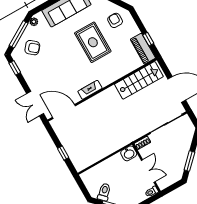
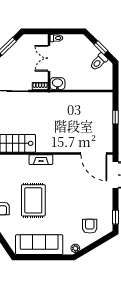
window: (19, 34) -> (95, 245), removed
armchair: (32, 48) -> (90, 226), turned 50
fireplace: (90, 90) -> (41, 160), moved

